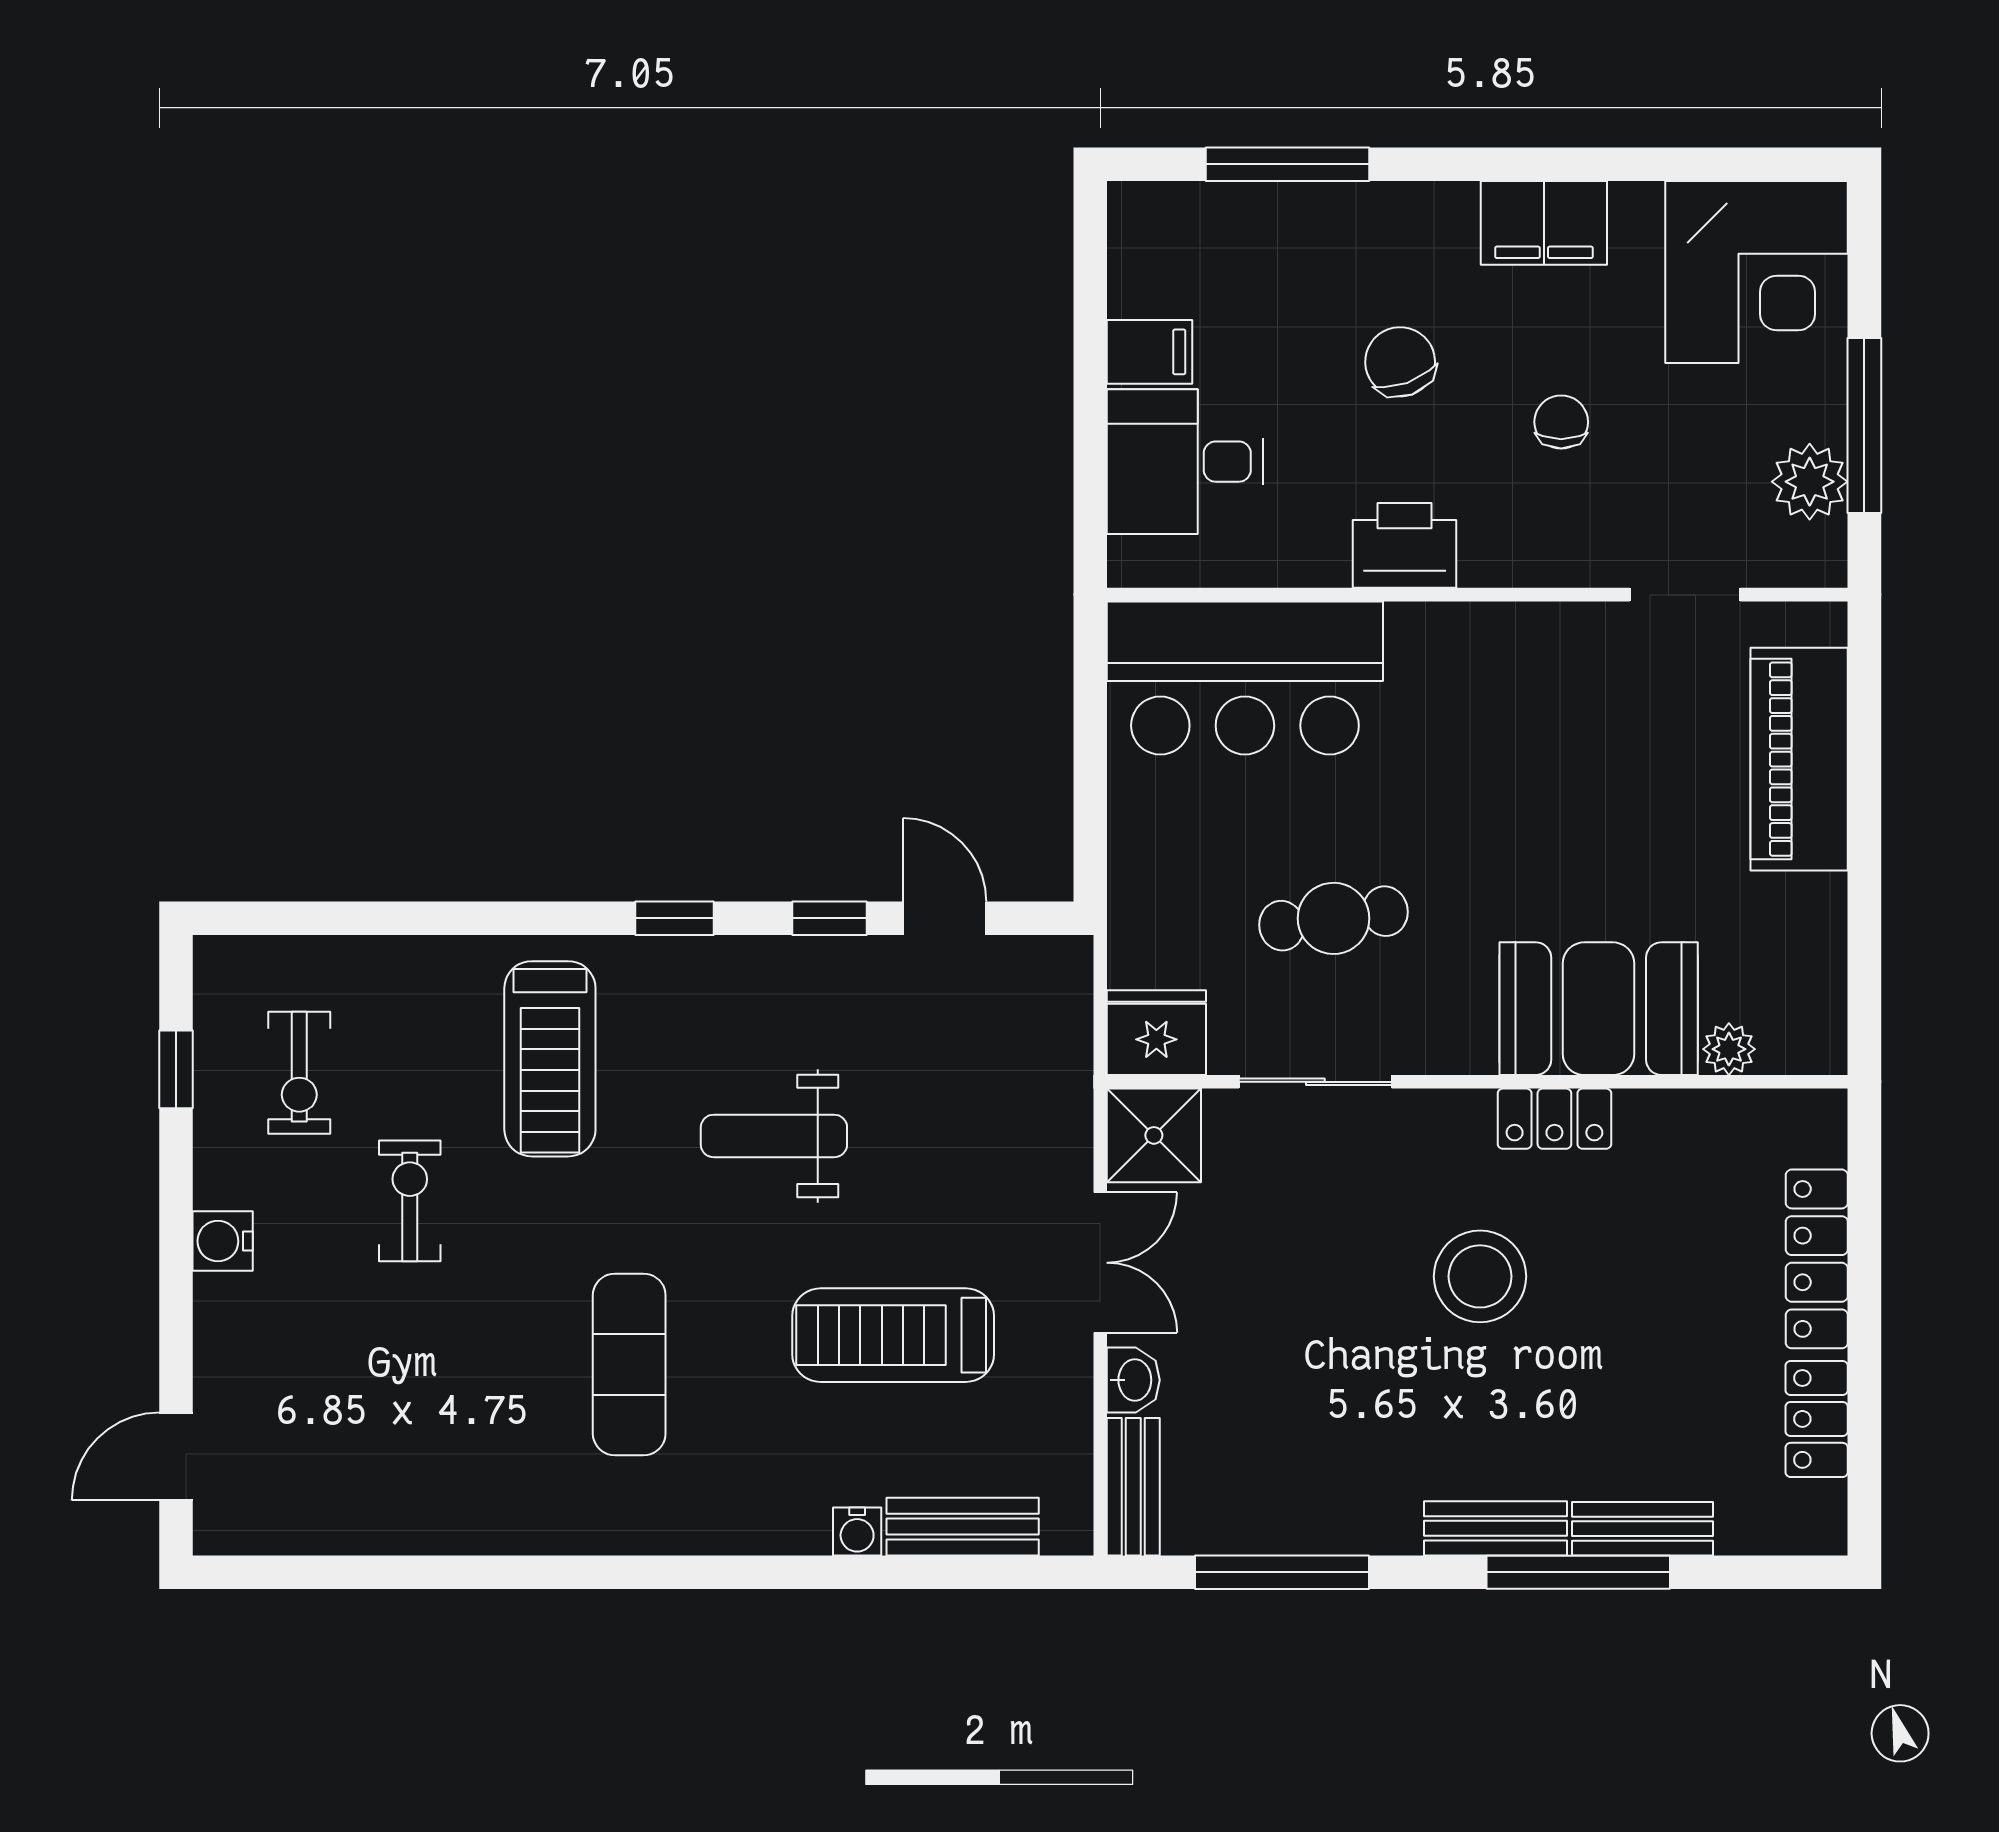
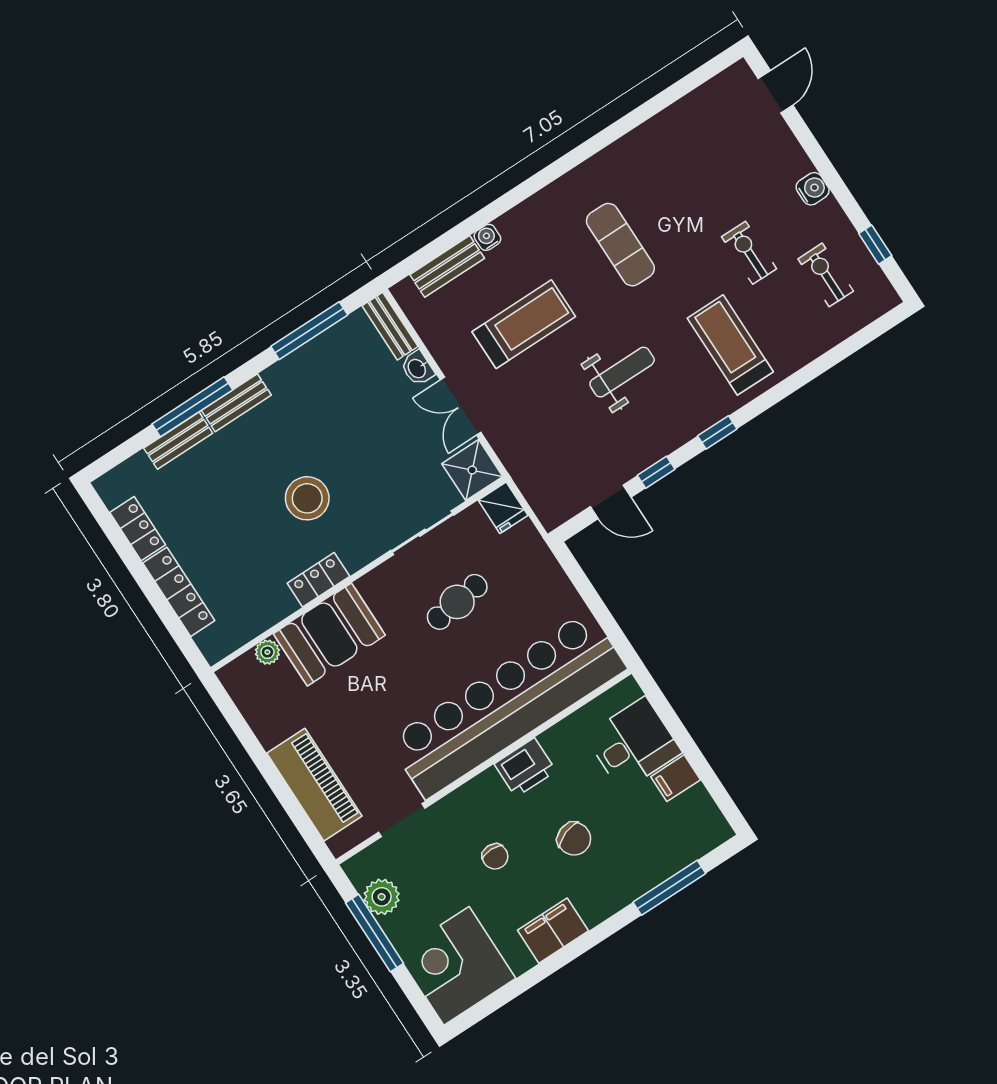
bar counter: (1245, 678) -> (507, 705), width x1.86
fridge: (1156, 1033) -> (503, 508), width x0.72
exercise bike: (410, 1201) -> (749, 253), turned 180

